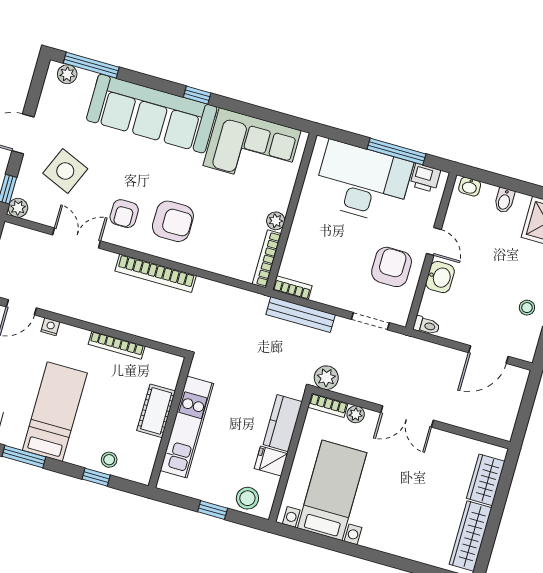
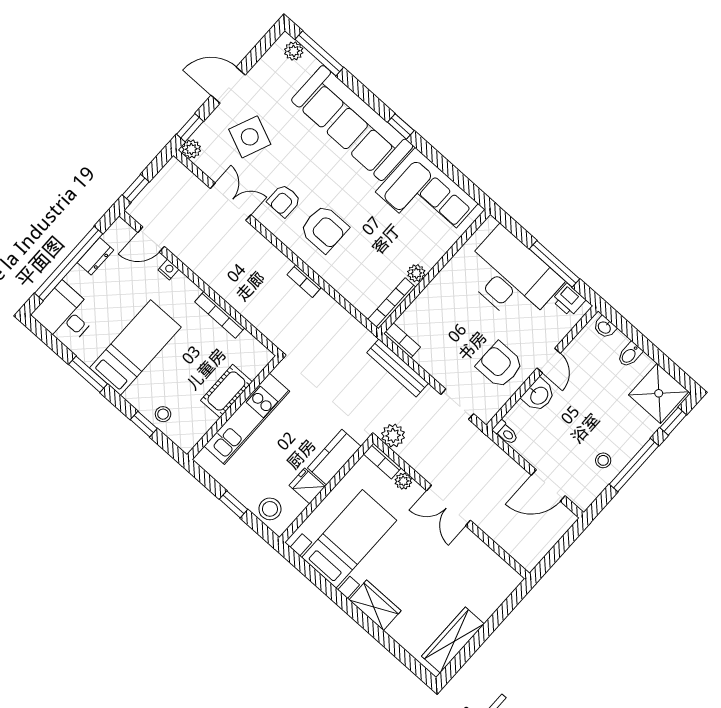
armchair: (392, 267) -> (500, 365), turned -90
bookcase: (156, 273) -> (304, 281), width x0.43, depth x0.76
wardrobe: (486, 480) -> (375, 605), moved, turned 90

